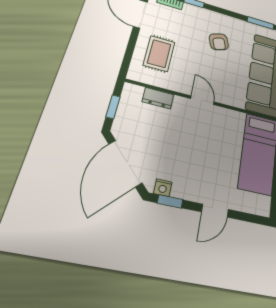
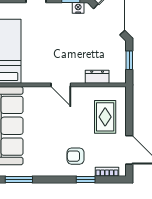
armchair: (219, 42) -> (75, 156), moved, turned -71

